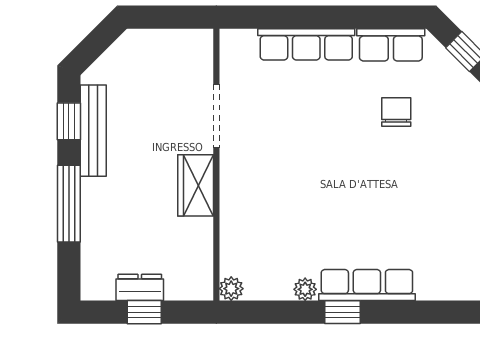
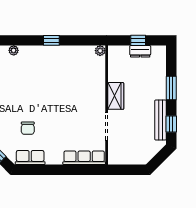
row of seats: (306, 44) -> (84, 158), moved
window: (69, 204) -> (171, 88), width x0.69
row of seats: (367, 285) -> (41, 52), removed
plant: (305, 289) -> (14, 50), moved

